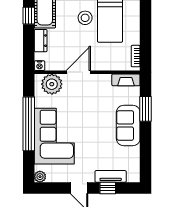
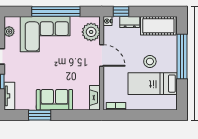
window: (29, 16) -> (121, 11), moved
window: (146, 109) -> (40, 115), moved
tv unit: (111, 176) -> (9, 96), moved
plant: (40, 177) -> (9, 32), moved

